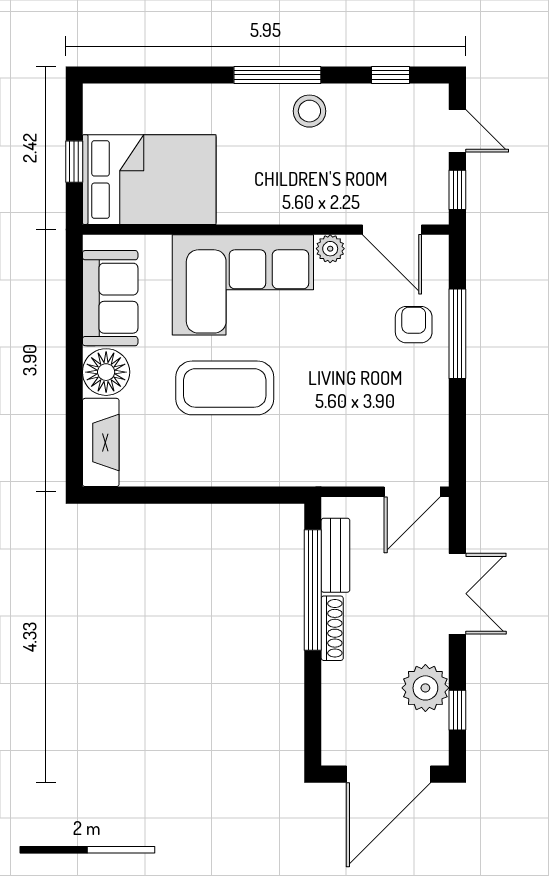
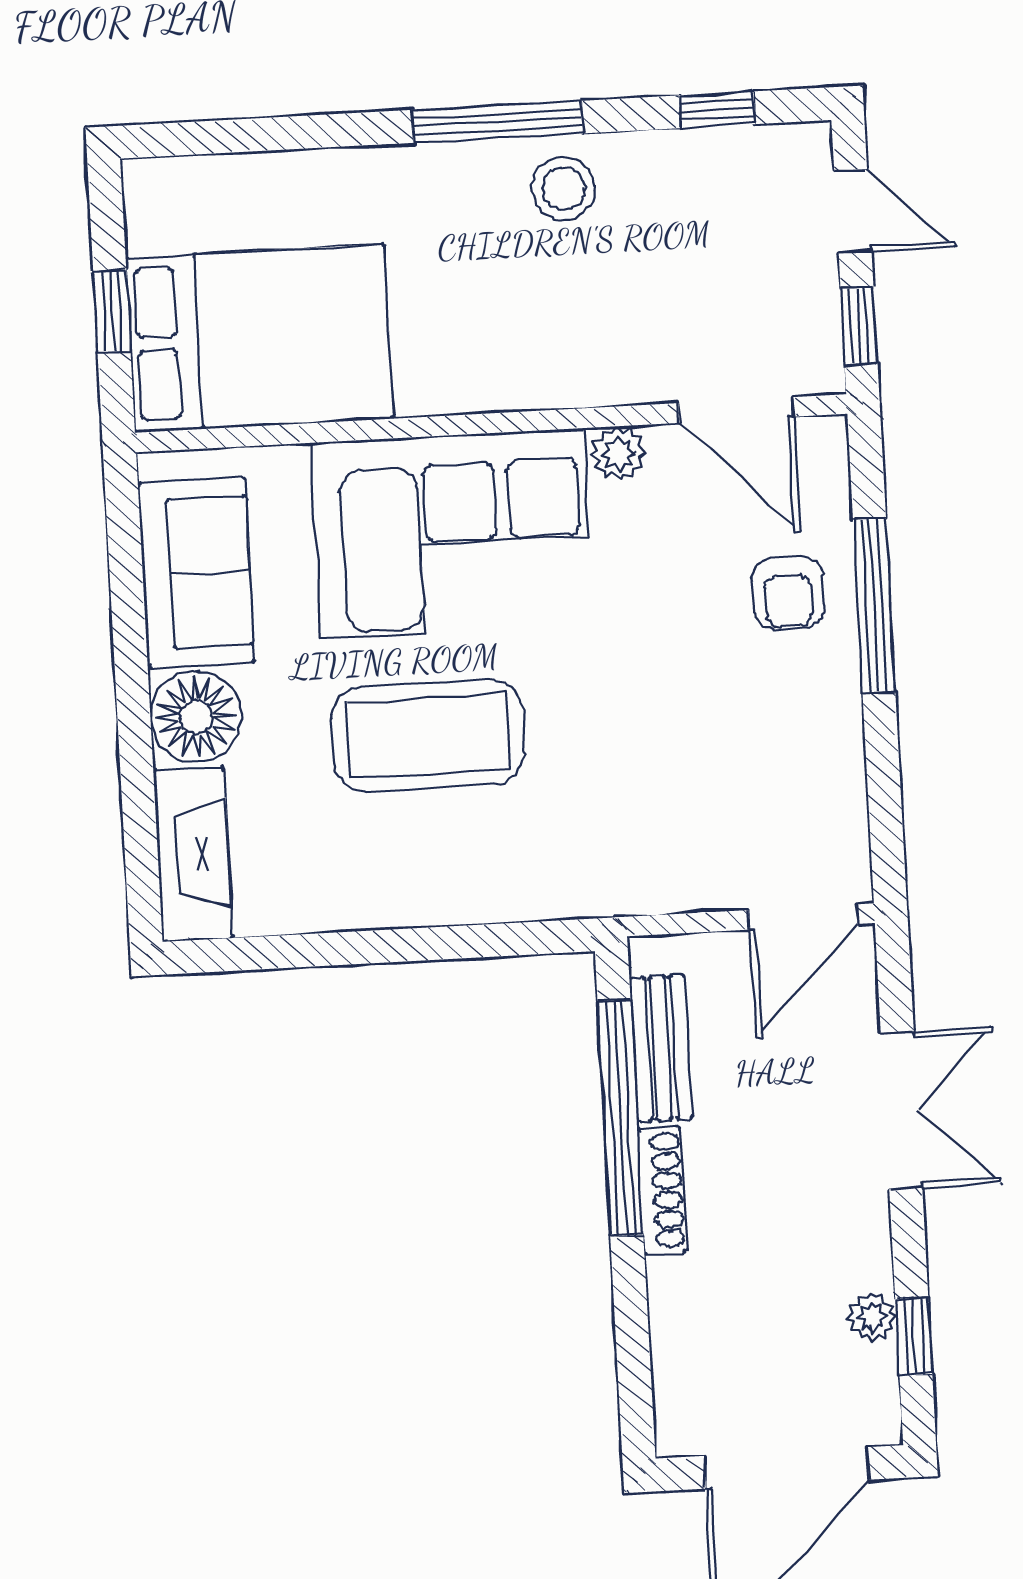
armchair: (414, 325) -> (788, 592), turned 180
plant: (425, 688) -> (872, 1317), width x0.53, depth x0.53

